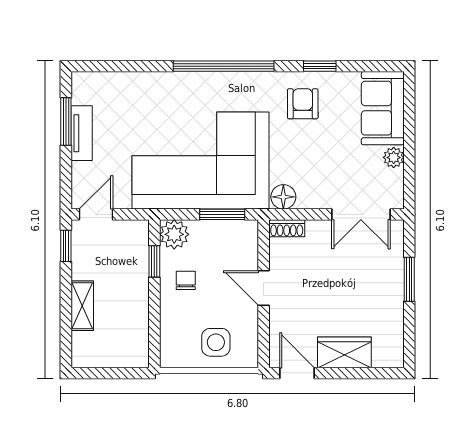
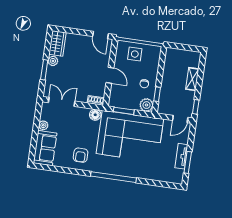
window: (320, 66) -> (70, 171), removed
plant: (393, 301) -> (53, 61), added
wardrobe: (344, 352) -> (57, 43), moved, turned -90

